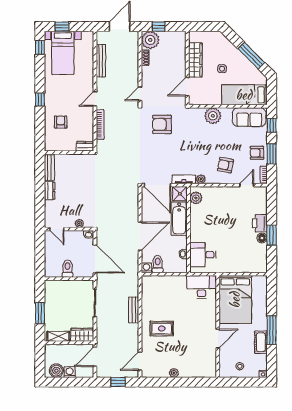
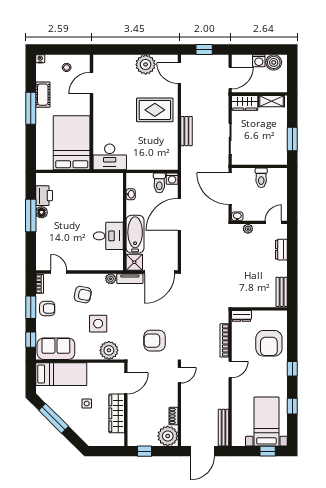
window: (159, 27) -> (145, 451), moved
window: (40, 47) -> (292, 406), moved
bench: (101, 61) -> (224, 428), moved
plant: (213, 116) -> (109, 350), moved
armchair: (61, 122) -> (269, 343), width x1.88, depth x1.88
armchair: (162, 124) -> (155, 341), turned 180
side table: (212, 139) -> (98, 324), added
door: (157, 185) -> (160, 272), swing flipped
door: (247, 185) -> (59, 272), swing flipped
dresser: (50, 191) -> (281, 250), moved
plant: (196, 198) -> (116, 257), removed
printer: (260, 223) -> (44, 196), moved
door: (57, 229) -> (273, 222), hinge flipped
window: (272, 235) -> (31, 215), width x1.44
desk: (203, 255) -> (108, 236), moved
window: (40, 313) -> (292, 139), moved
rug: (162, 329) -> (155, 110), width x1.36, depth x1.43
door: (218, 339) -> (92, 83), moved
door: (140, 361) -> (179, 73), swing flipped
plant: (174, 373) -> (146, 64), width x1.87, depth x1.87

